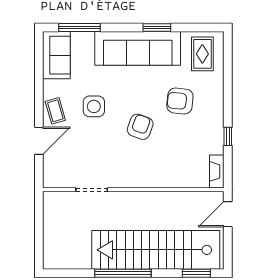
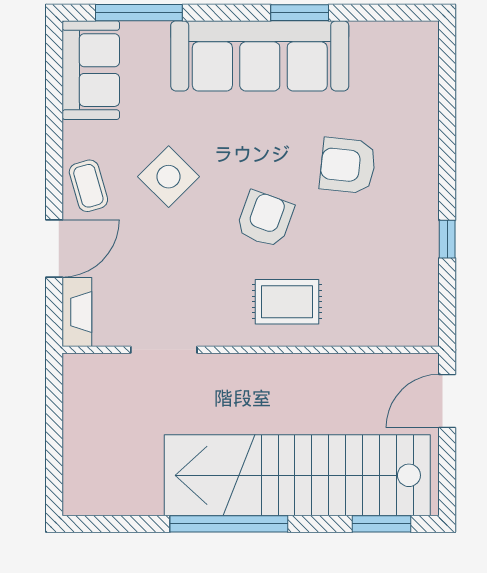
rug: (202, 54) -> (287, 302), moved, turned 90
side table: (94, 106) -> (169, 177), turned 45
fireplace: (217, 171) -> (77, 312), moved, turned 180

